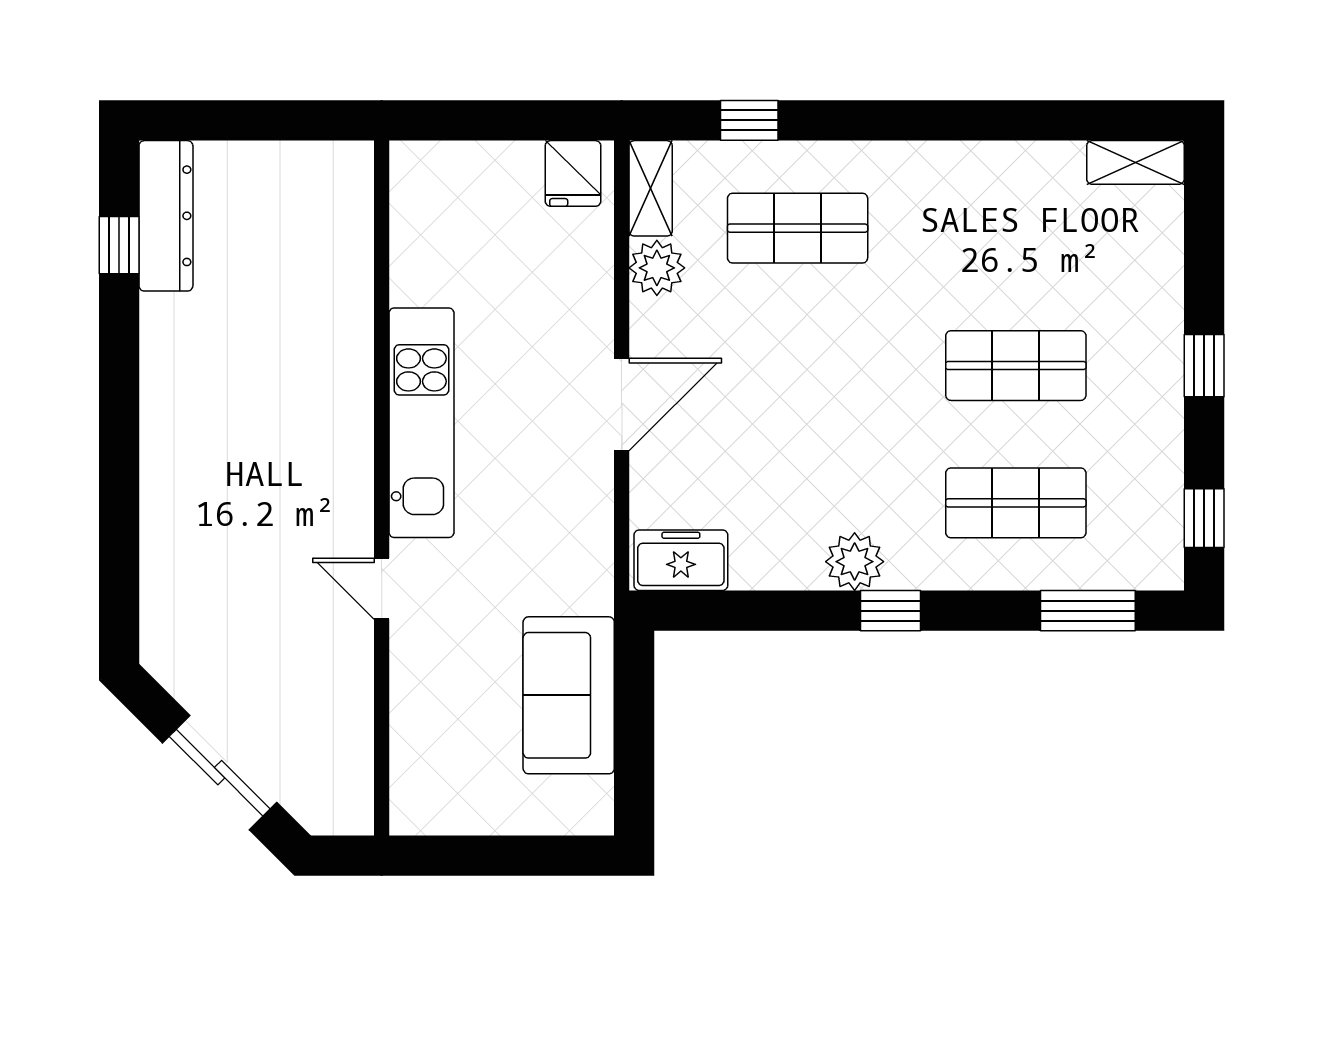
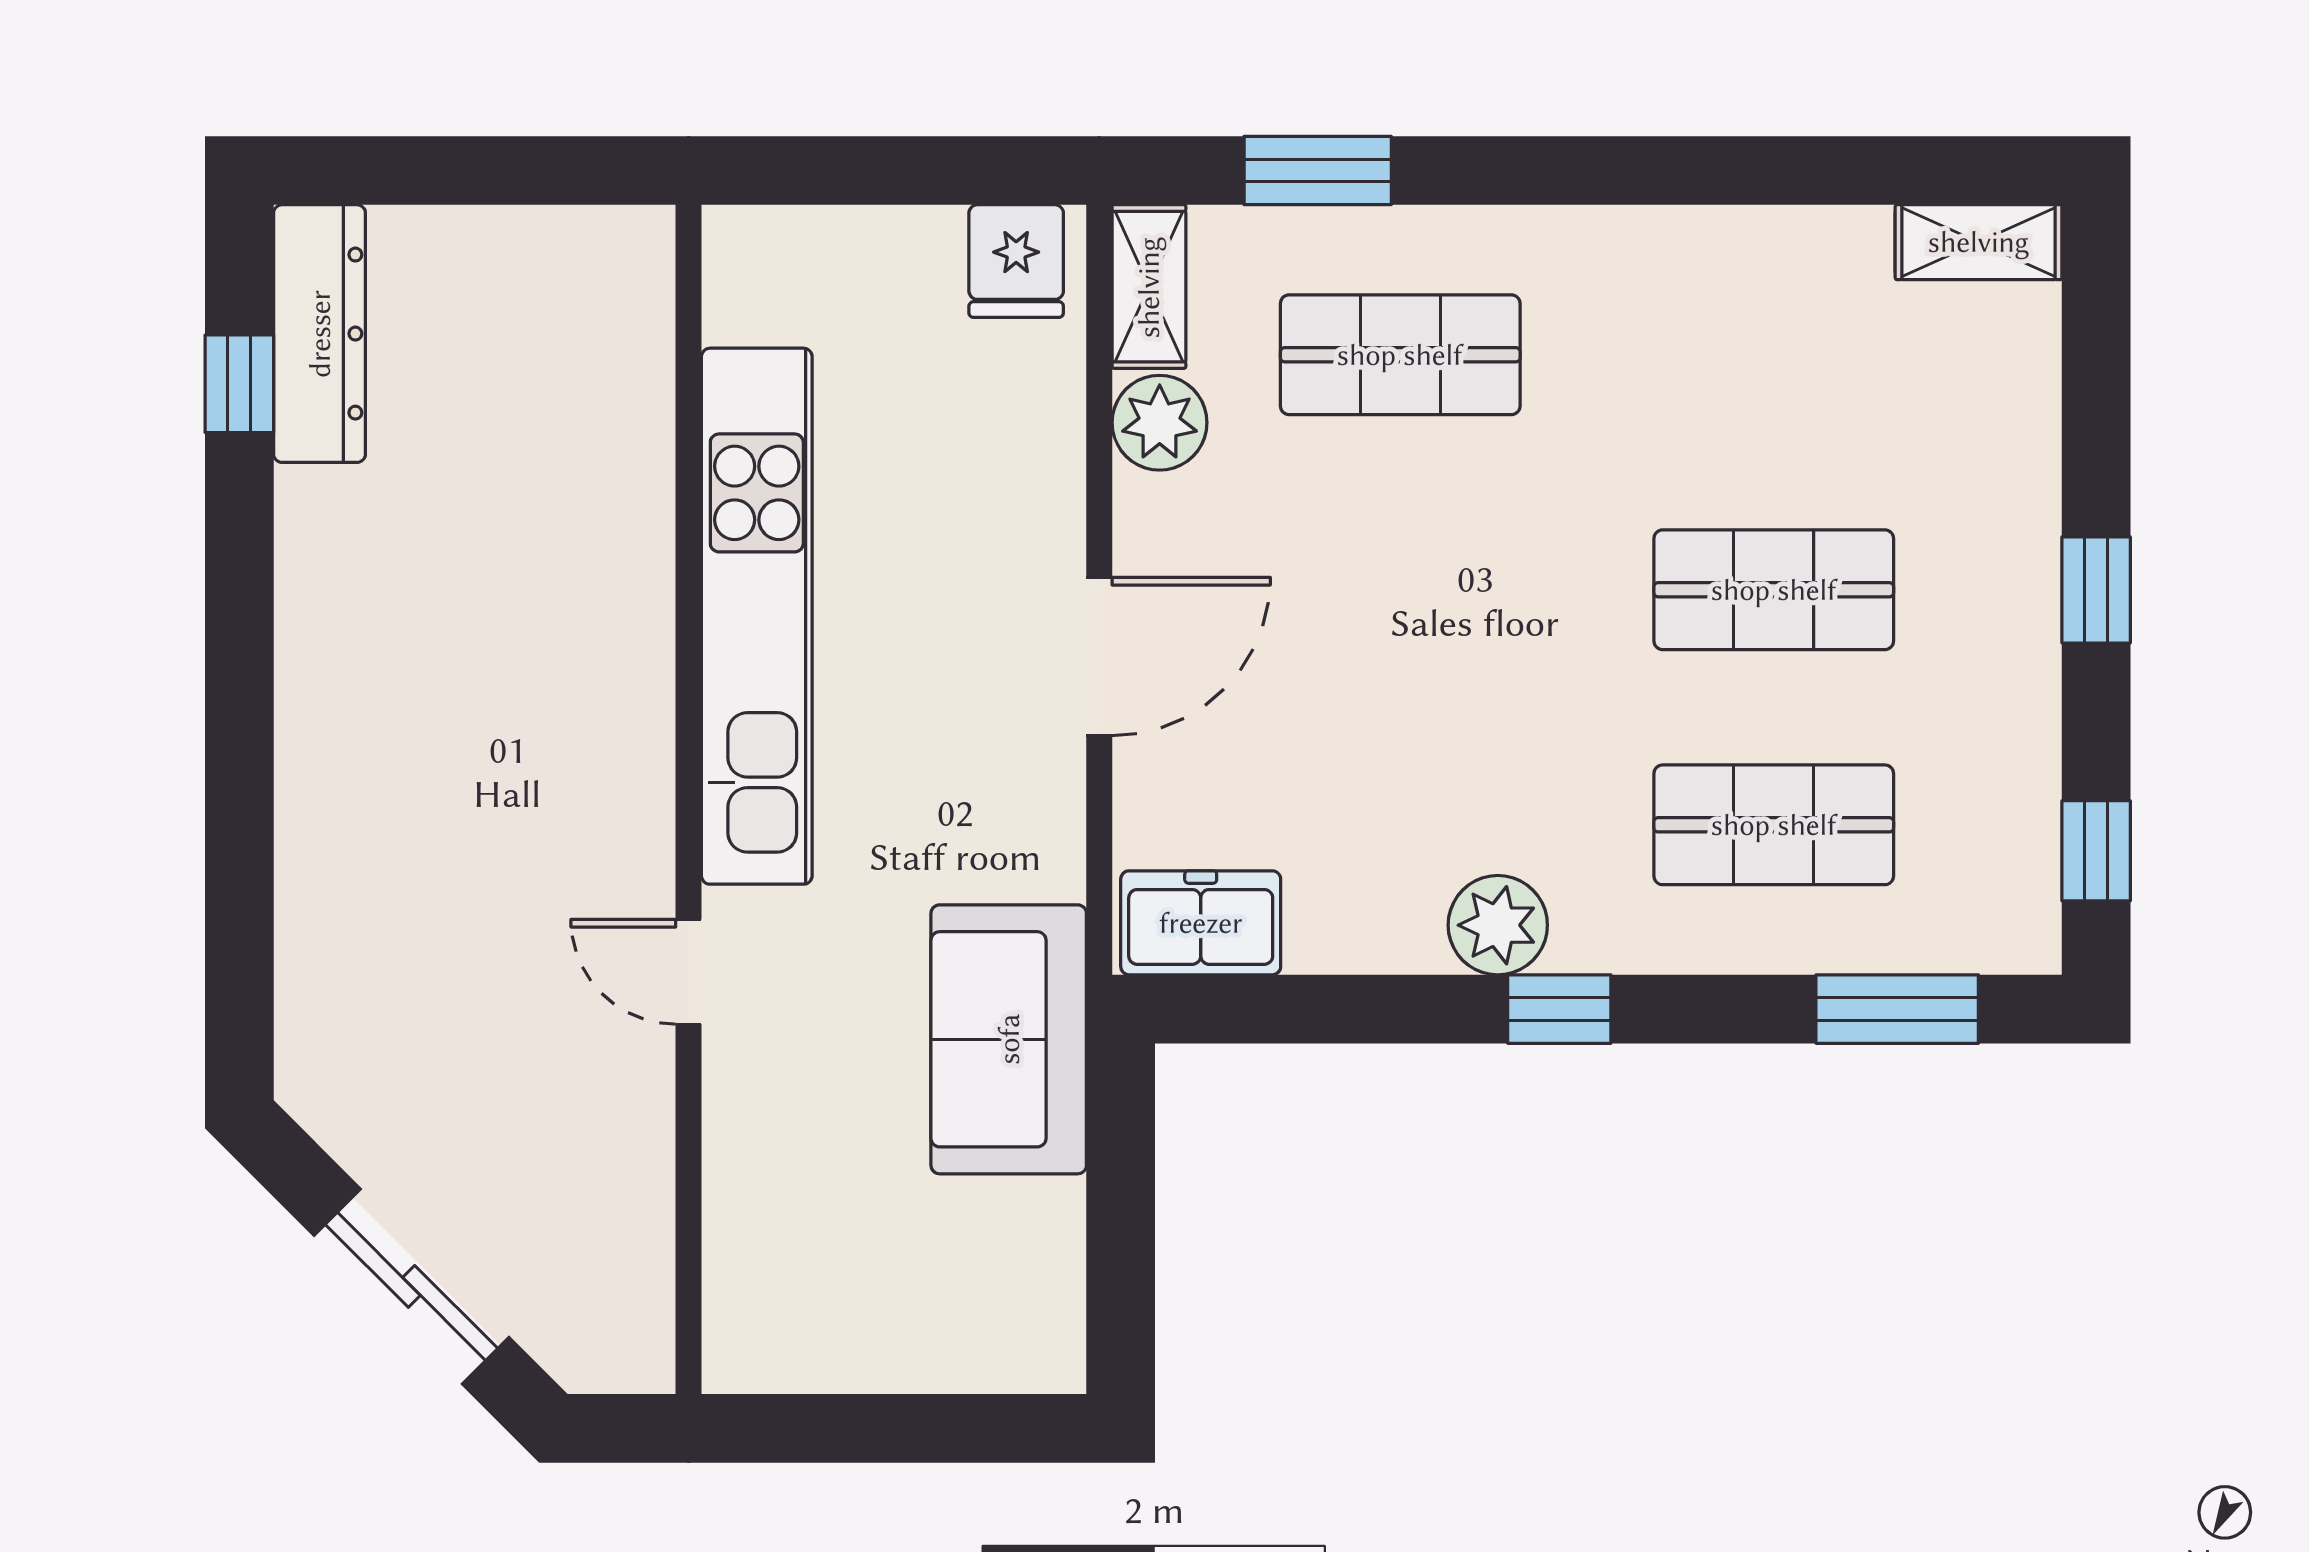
window: (749, 120) -> (1318, 170), width x1.50
kitchen unit: (421, 423) -> (757, 616), width x1.36
sofa: (569, 695) -> (1009, 1039), moved

